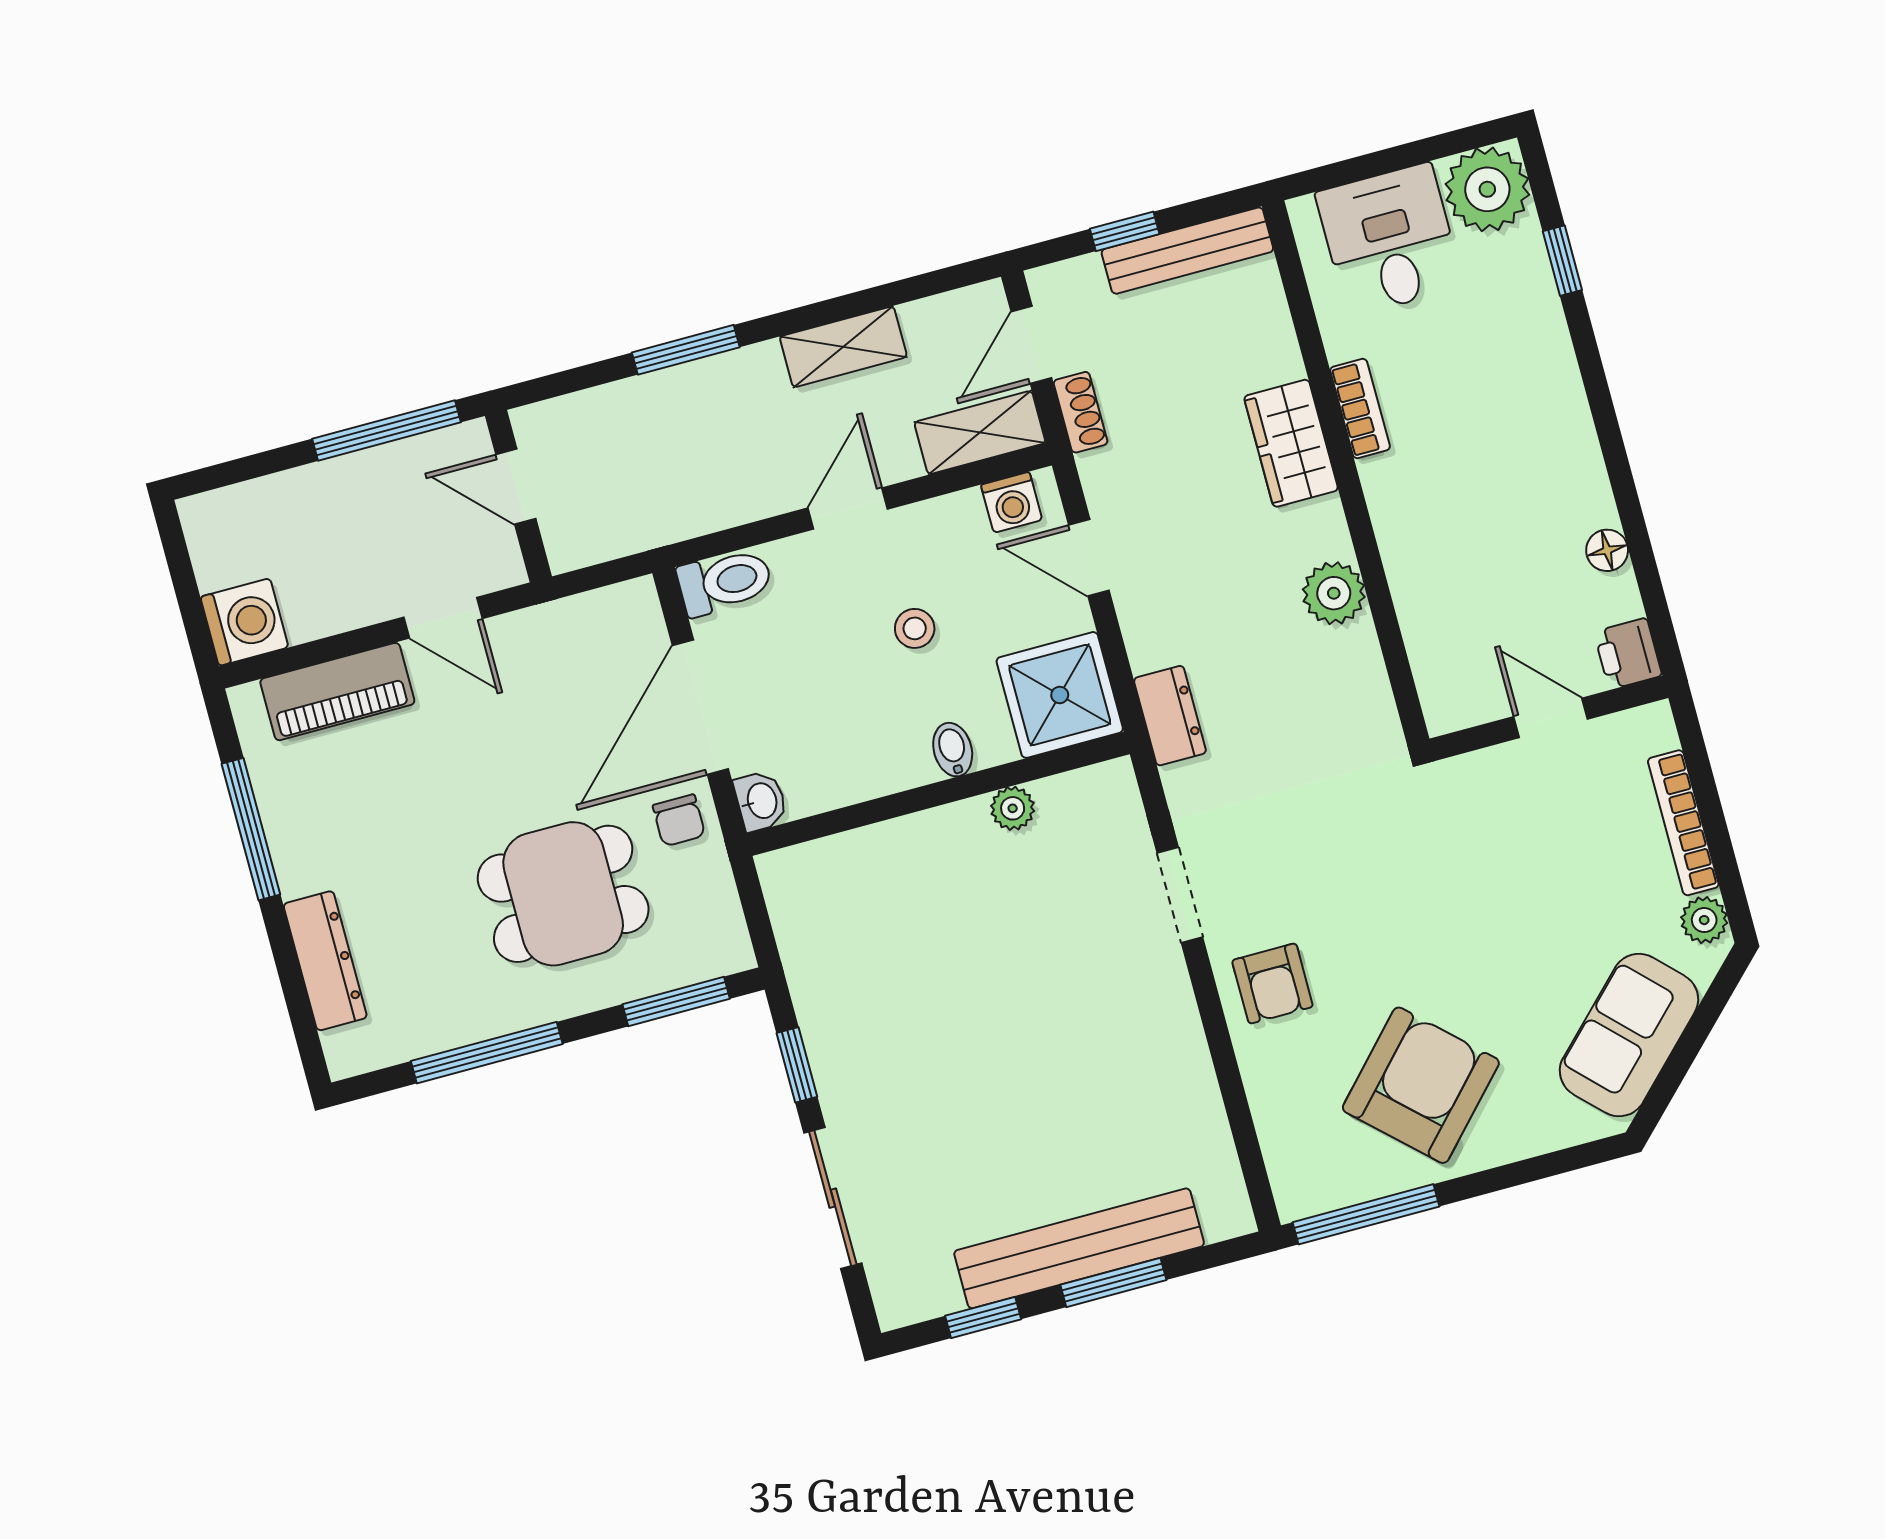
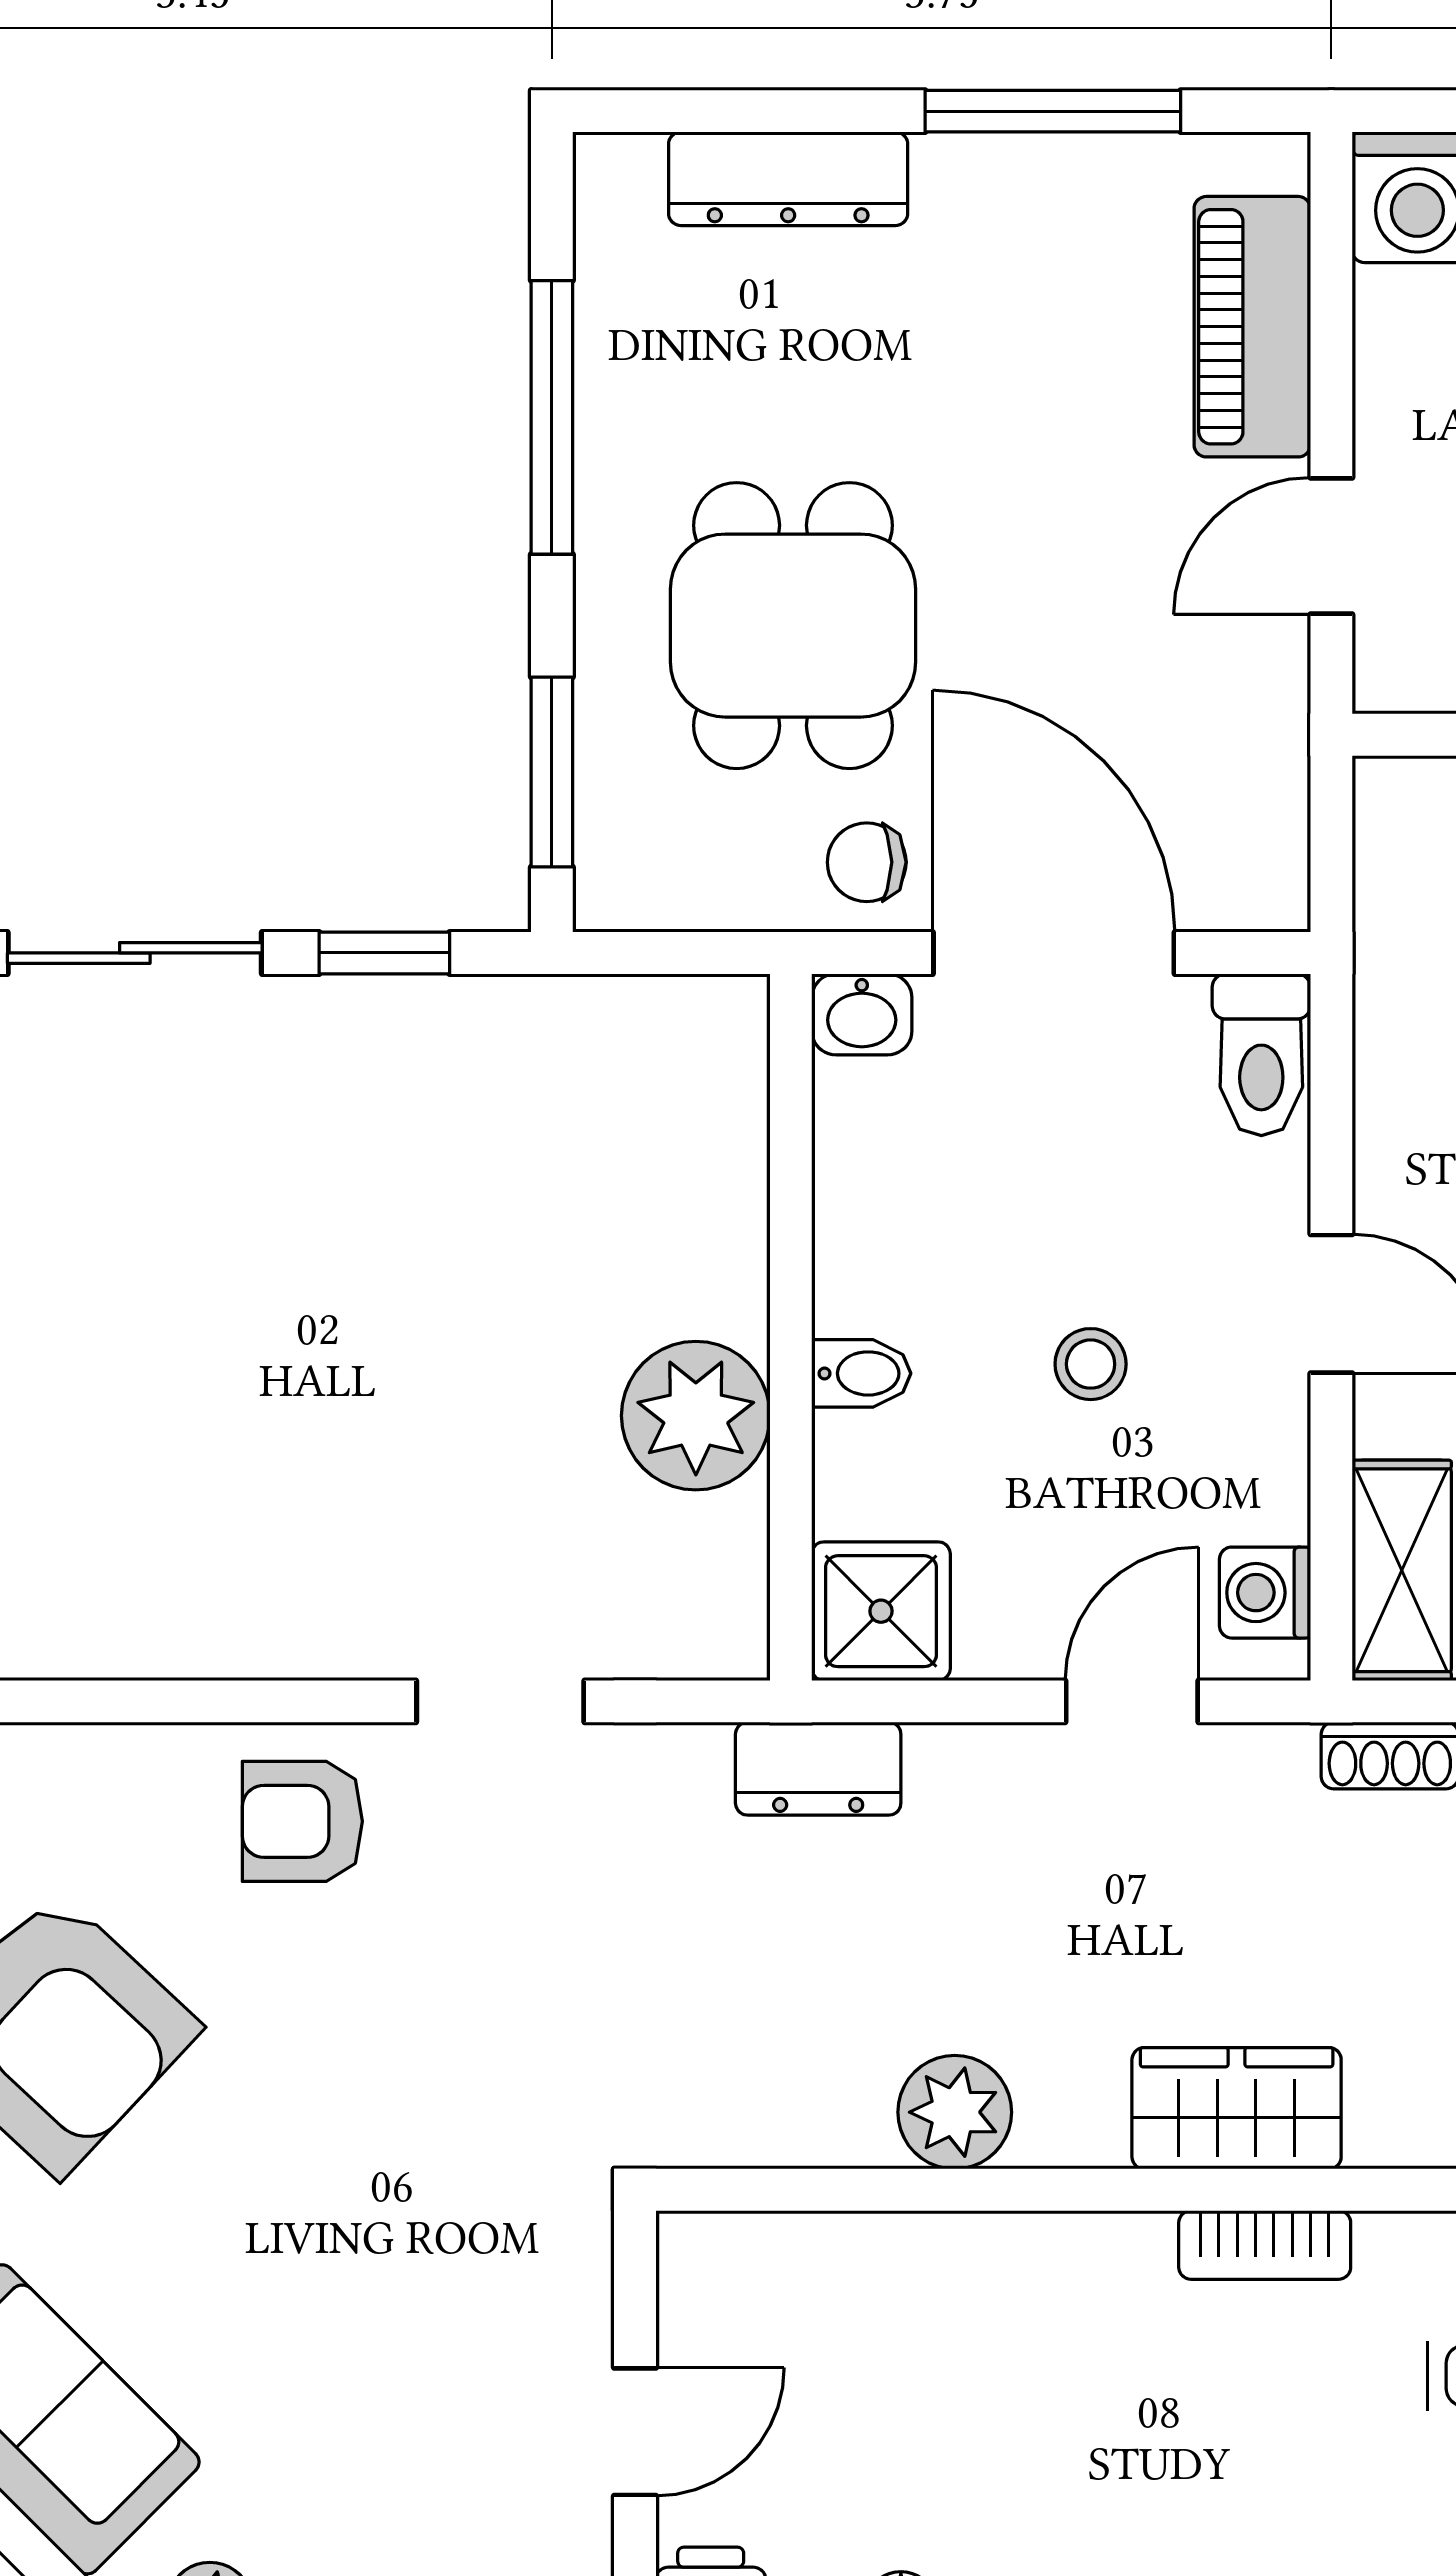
shower: (1060, 695) -> (881, 1611), width x0.73, depth x0.73
plant: (1013, 808) -> (696, 1416), width x1.87, depth x1.87

